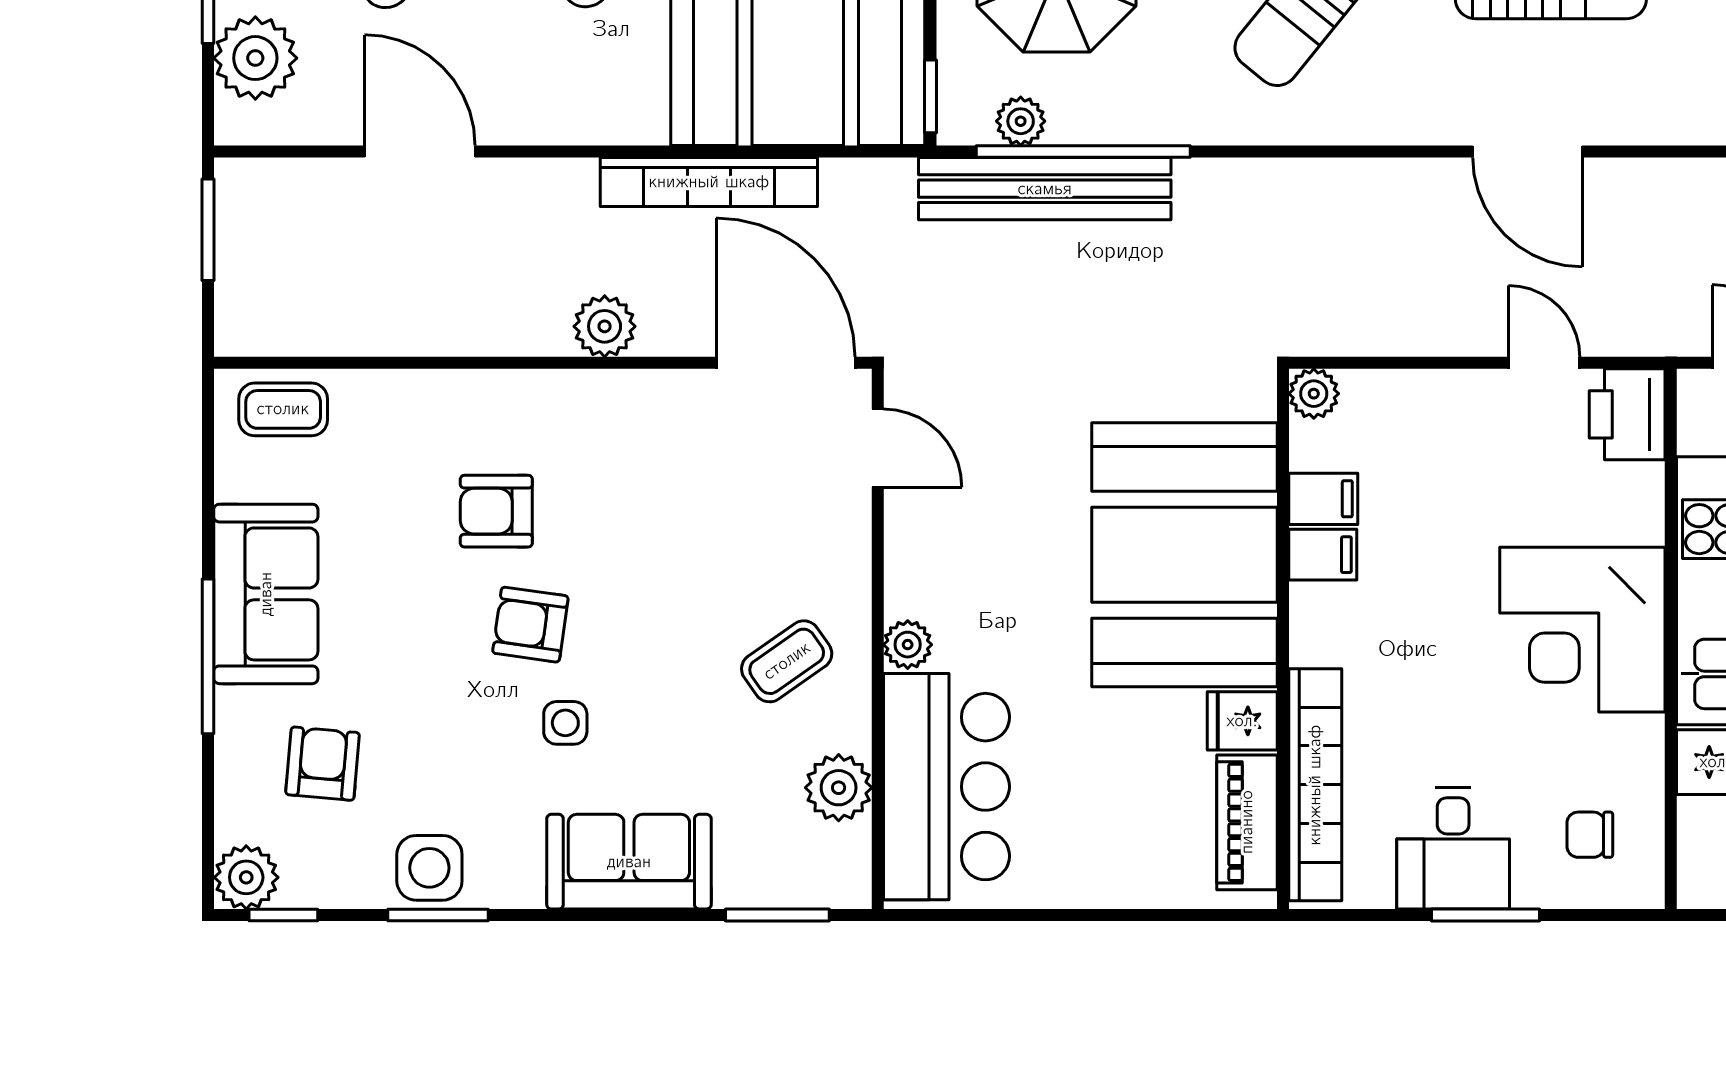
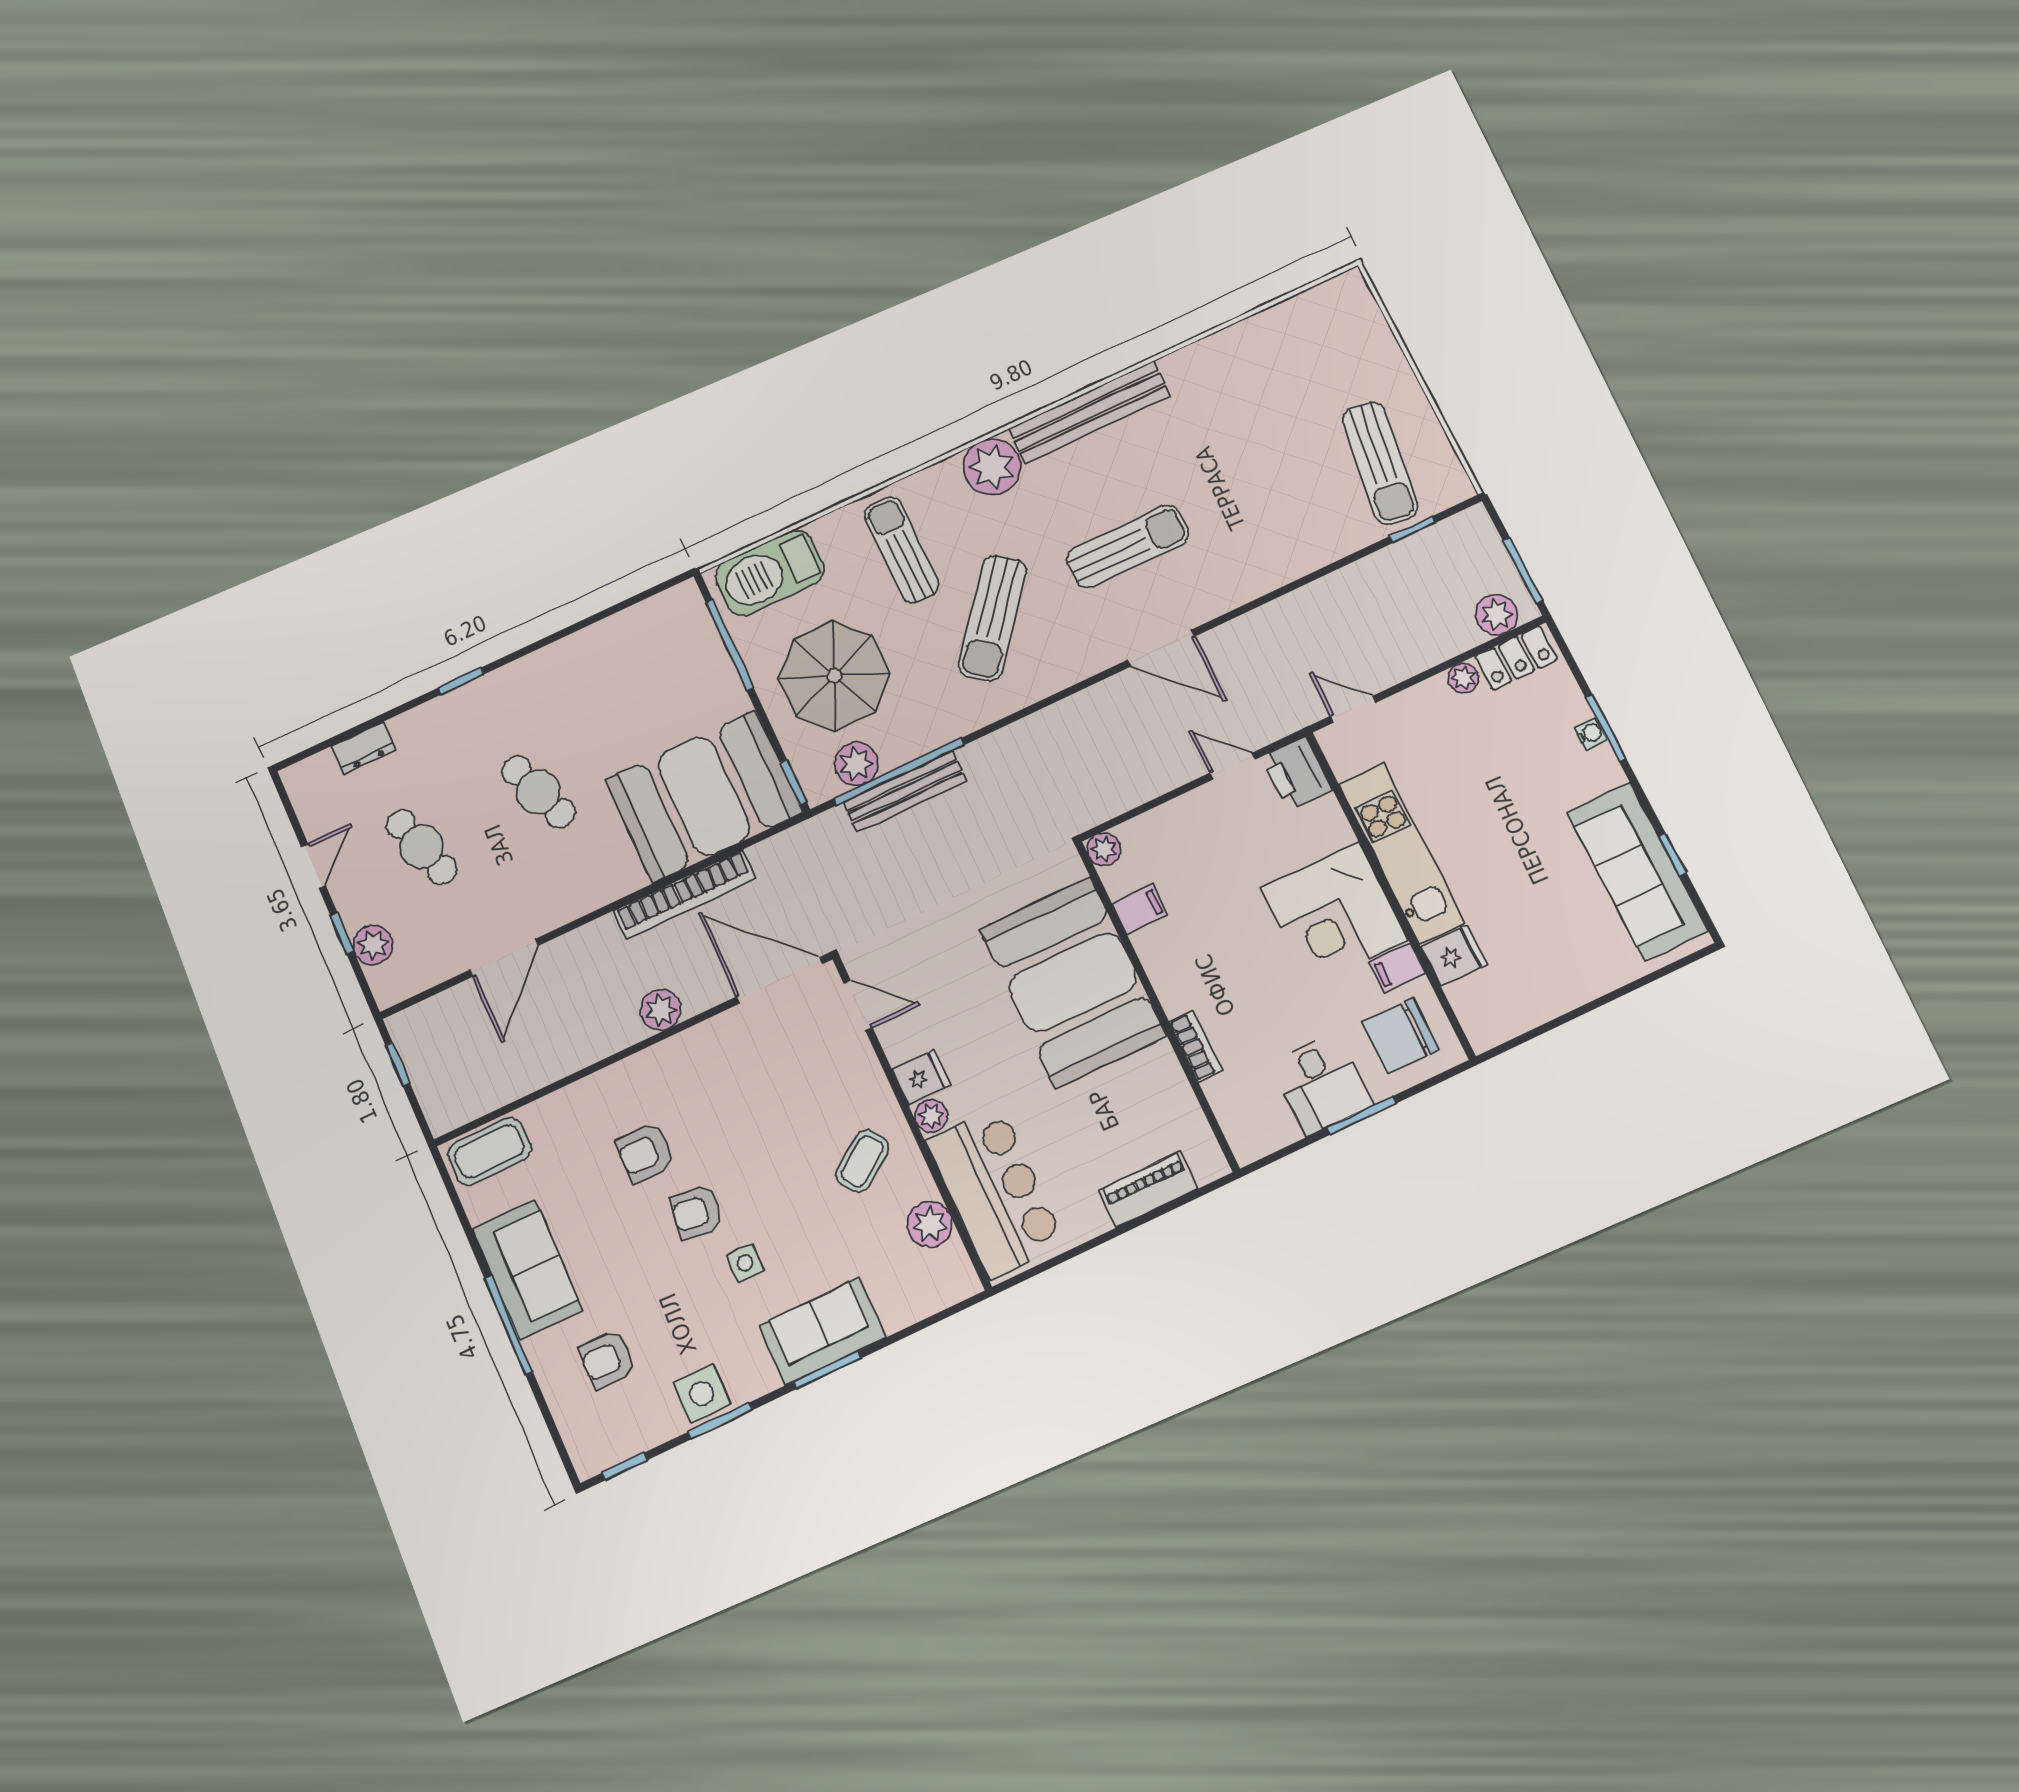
plant: (255, 58) -> (373, 945), width x0.73, depth x0.73
plant: (1021, 121) -> (856, 764), width x1.38, depth x1.38
door: (420, 151) -> (504, 958), swing flipped
bench: (1045, 189) -> (905, 792), width x0.73, depth x0.82
window: (208, 230) -> (398, 1064), width x0.67
coffee table: (283, 409) -> (489, 1151), width x1.36, depth x1.30
filing cabinet: (1323, 555) -> (1397, 968), moved, turned 180
fridge: (1242, 721) -> (921, 1078), moved, turned 180
armchair: (323, 764) -> (608, 1359), turned -95
bookcase: (1315, 785) -> (1196, 1046), width x0.43, depth x0.76
piano: (1247, 822) -> (1148, 1190), moved, turned 90
chair: (1590, 835) -> (1400, 1036), width x1.87, depth x1.87
plant: (246, 877) -> (592, 1453), removed
window: (777, 915) -> (827, 1370), moved

